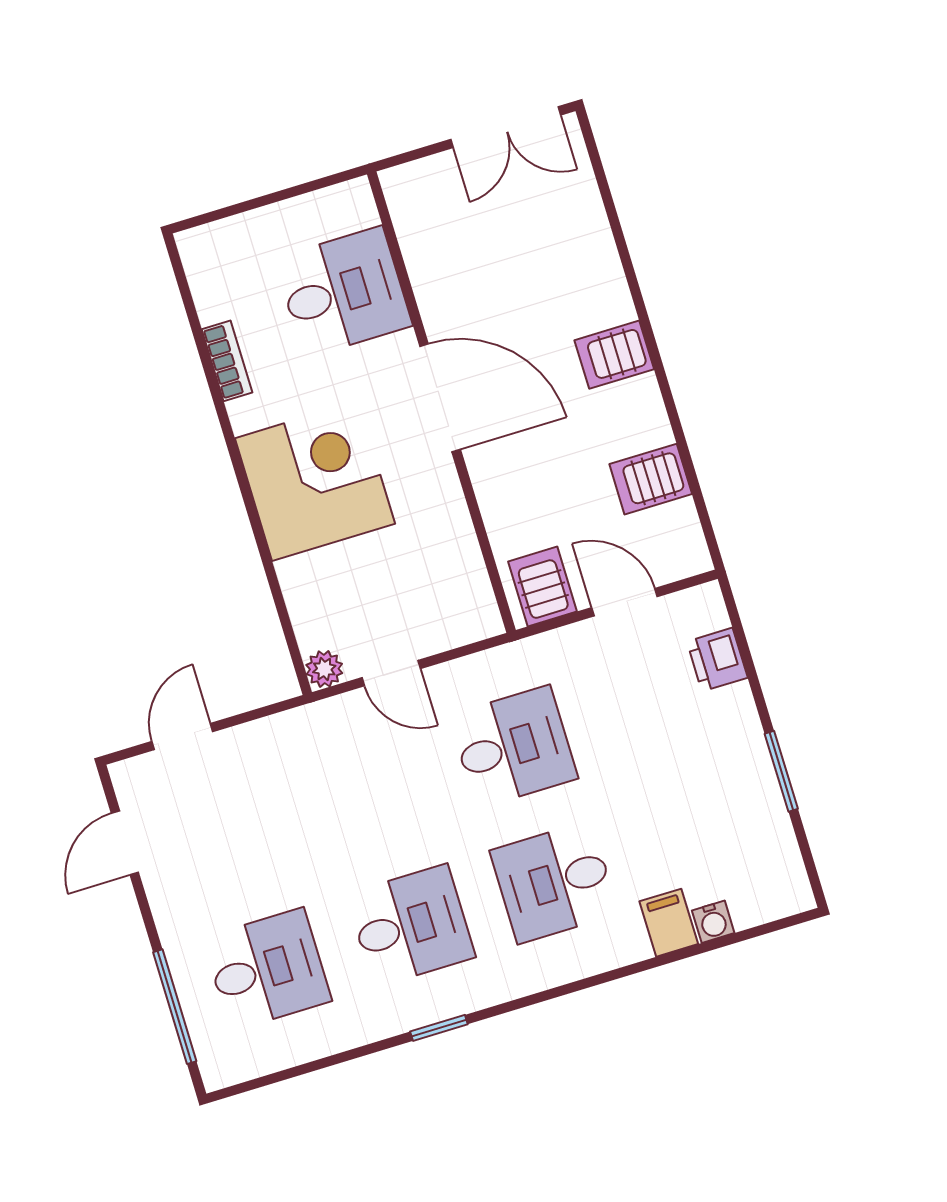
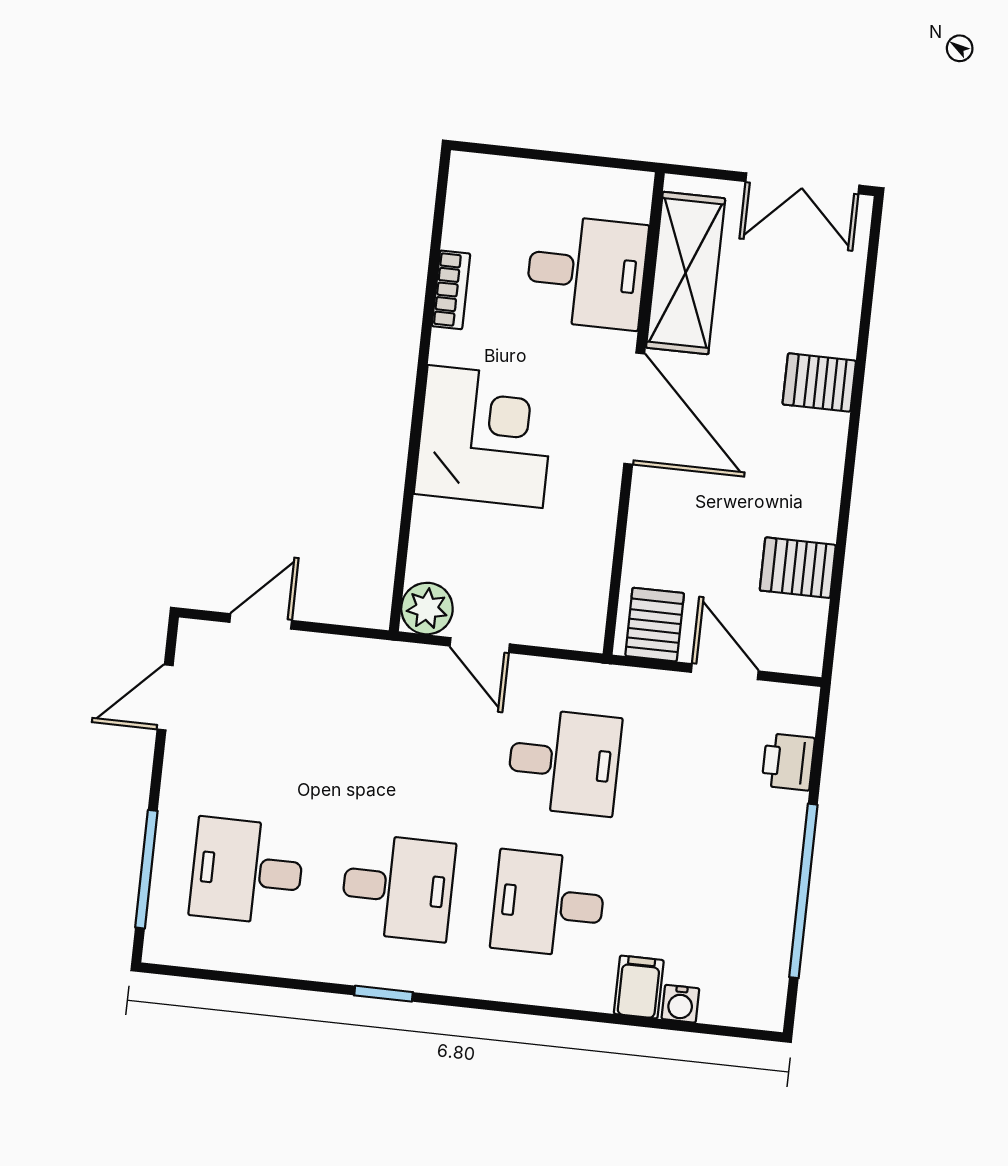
shelving: (434, 254) -> (686, 273), added
server rack: (614, 355) -> (819, 383), moved
plant: (324, 669) -> (427, 609), width x1.38, depth x1.38
window: (781, 771) -> (803, 891), width x2.11
desk: (267, 969) -> (247, 871), turned 180

